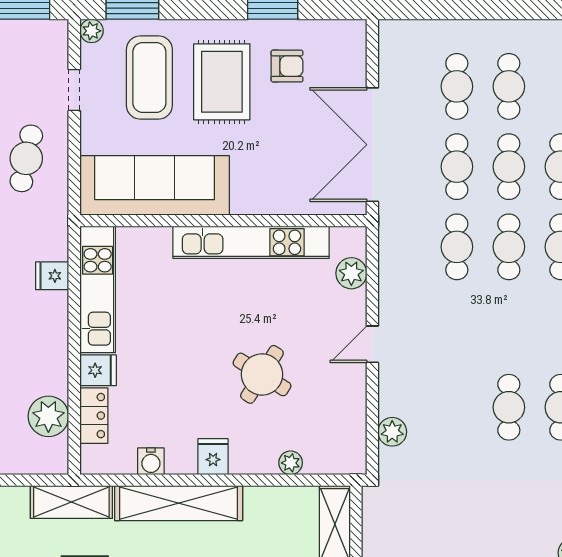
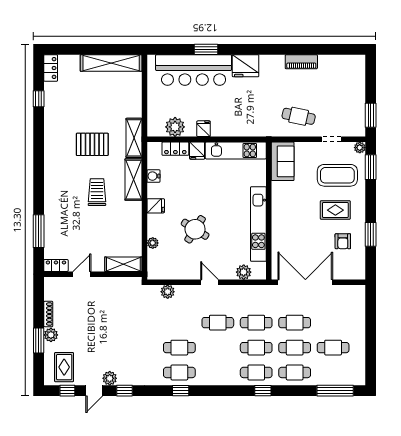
rug: (222, 82) -> (335, 210), width x0.73, depth x0.70
cafe table: (457, 86) -> (218, 323), moved
sofa: (155, 185) -> (283, 161), width x0.54, depth x0.79
fridge: (52, 276) -> (204, 129), moved
shelving: (179, 503) -> (133, 180), width x0.68

